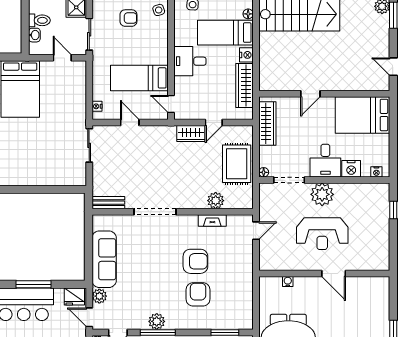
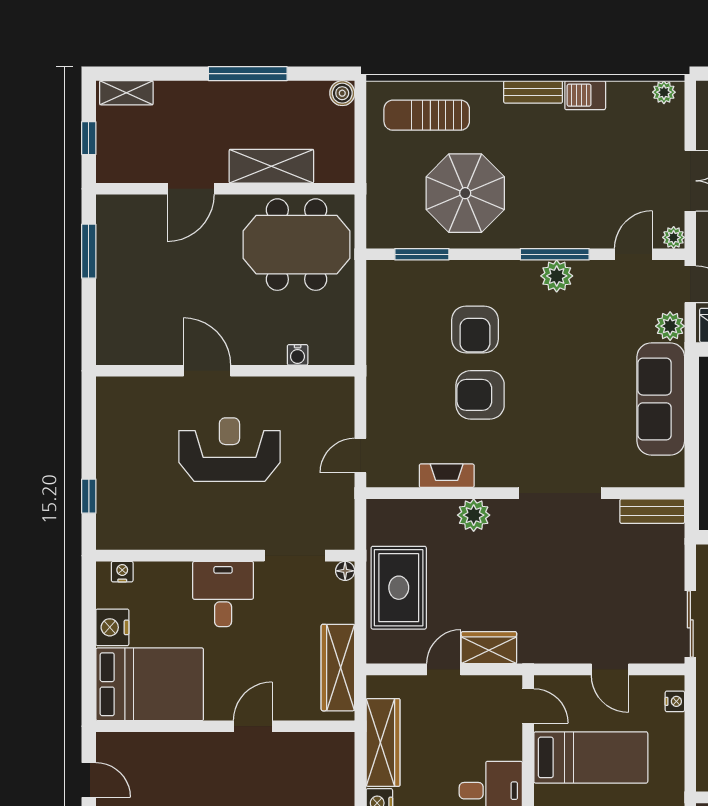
nightstand: (351, 169) -> (112, 627), moved, turned -90
plant: (322, 194) -> (230, 527), removed
plant: (216, 201) -> (474, 515), moved

